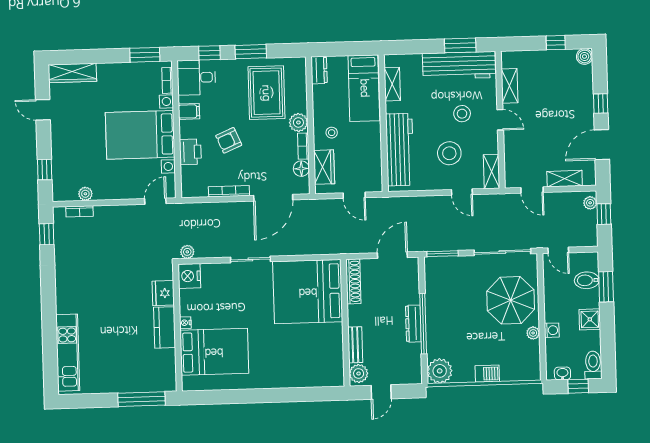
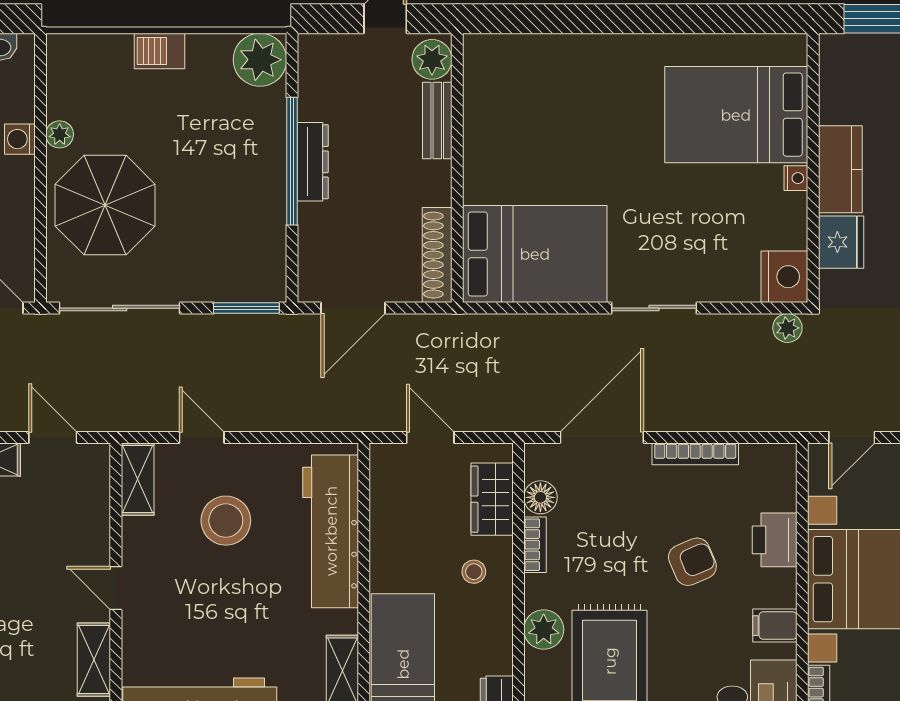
stool: (462, 114) -> (196, 604), removed
plant: (298, 122) -> (544, 630), moved
bed: (308, 292) -> (535, 254), width x0.73

